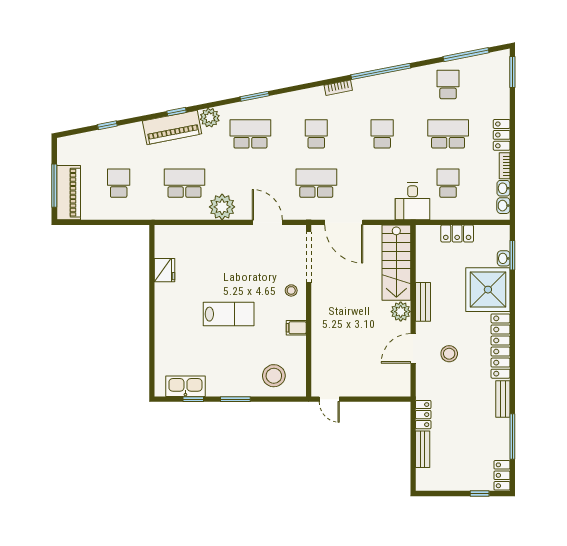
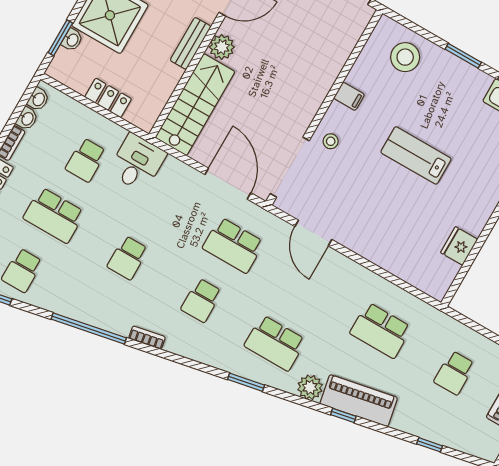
plant: (222, 207) -> (354, 280), removed

